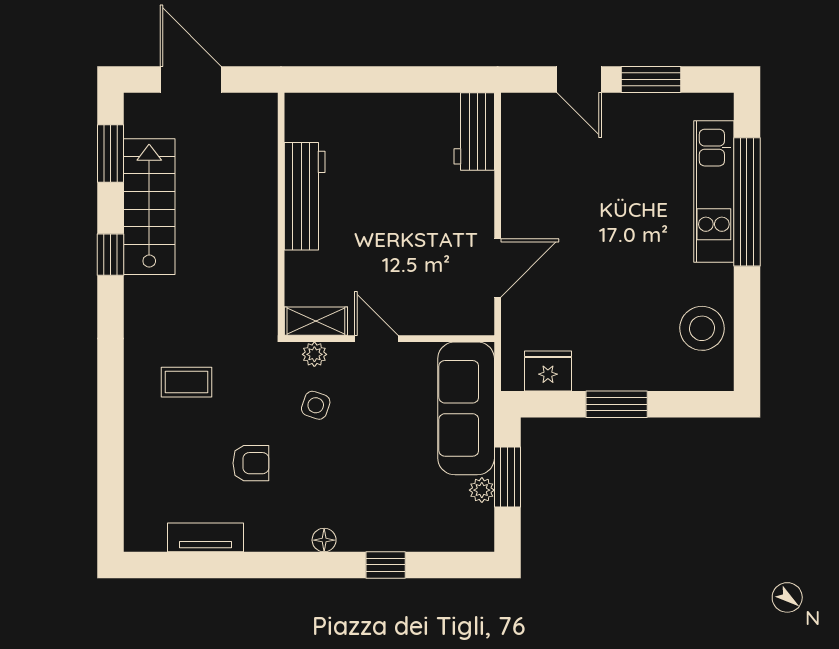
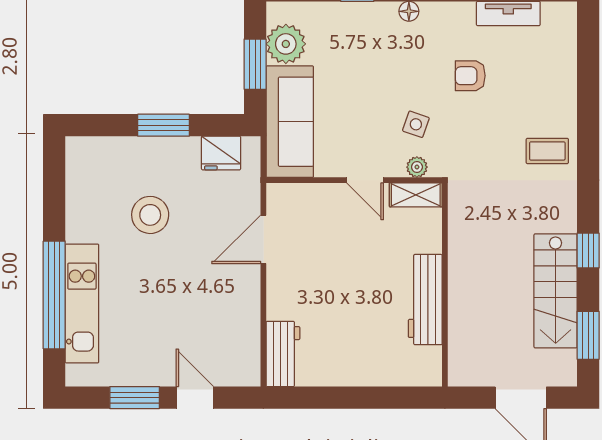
stool: (702, 328) -> (150, 215), moved
coffee table: (187, 382) -> (547, 151), moved
plant: (482, 490) -> (286, 44), width x1.88, depth x1.88

